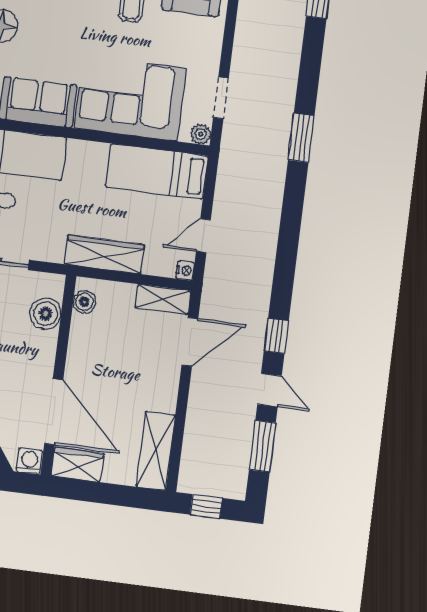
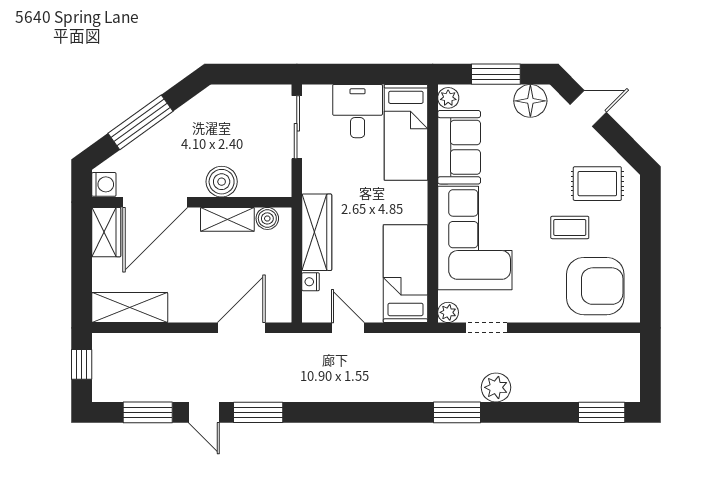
plant: (281, 96) -> (496, 387), added
nightstand: (185, 271) -> (311, 282), moved, turned 90
shelving: (163, 300) -> (227, 219), moved, turned 90
boiler: (46, 314) -> (222, 182), moved
window: (276, 336) -> (258, 412), width x1.50
door: (190, 342) -> (241, 328), swing flipped
door: (269, 390) -> (204, 412), hinge flipped

